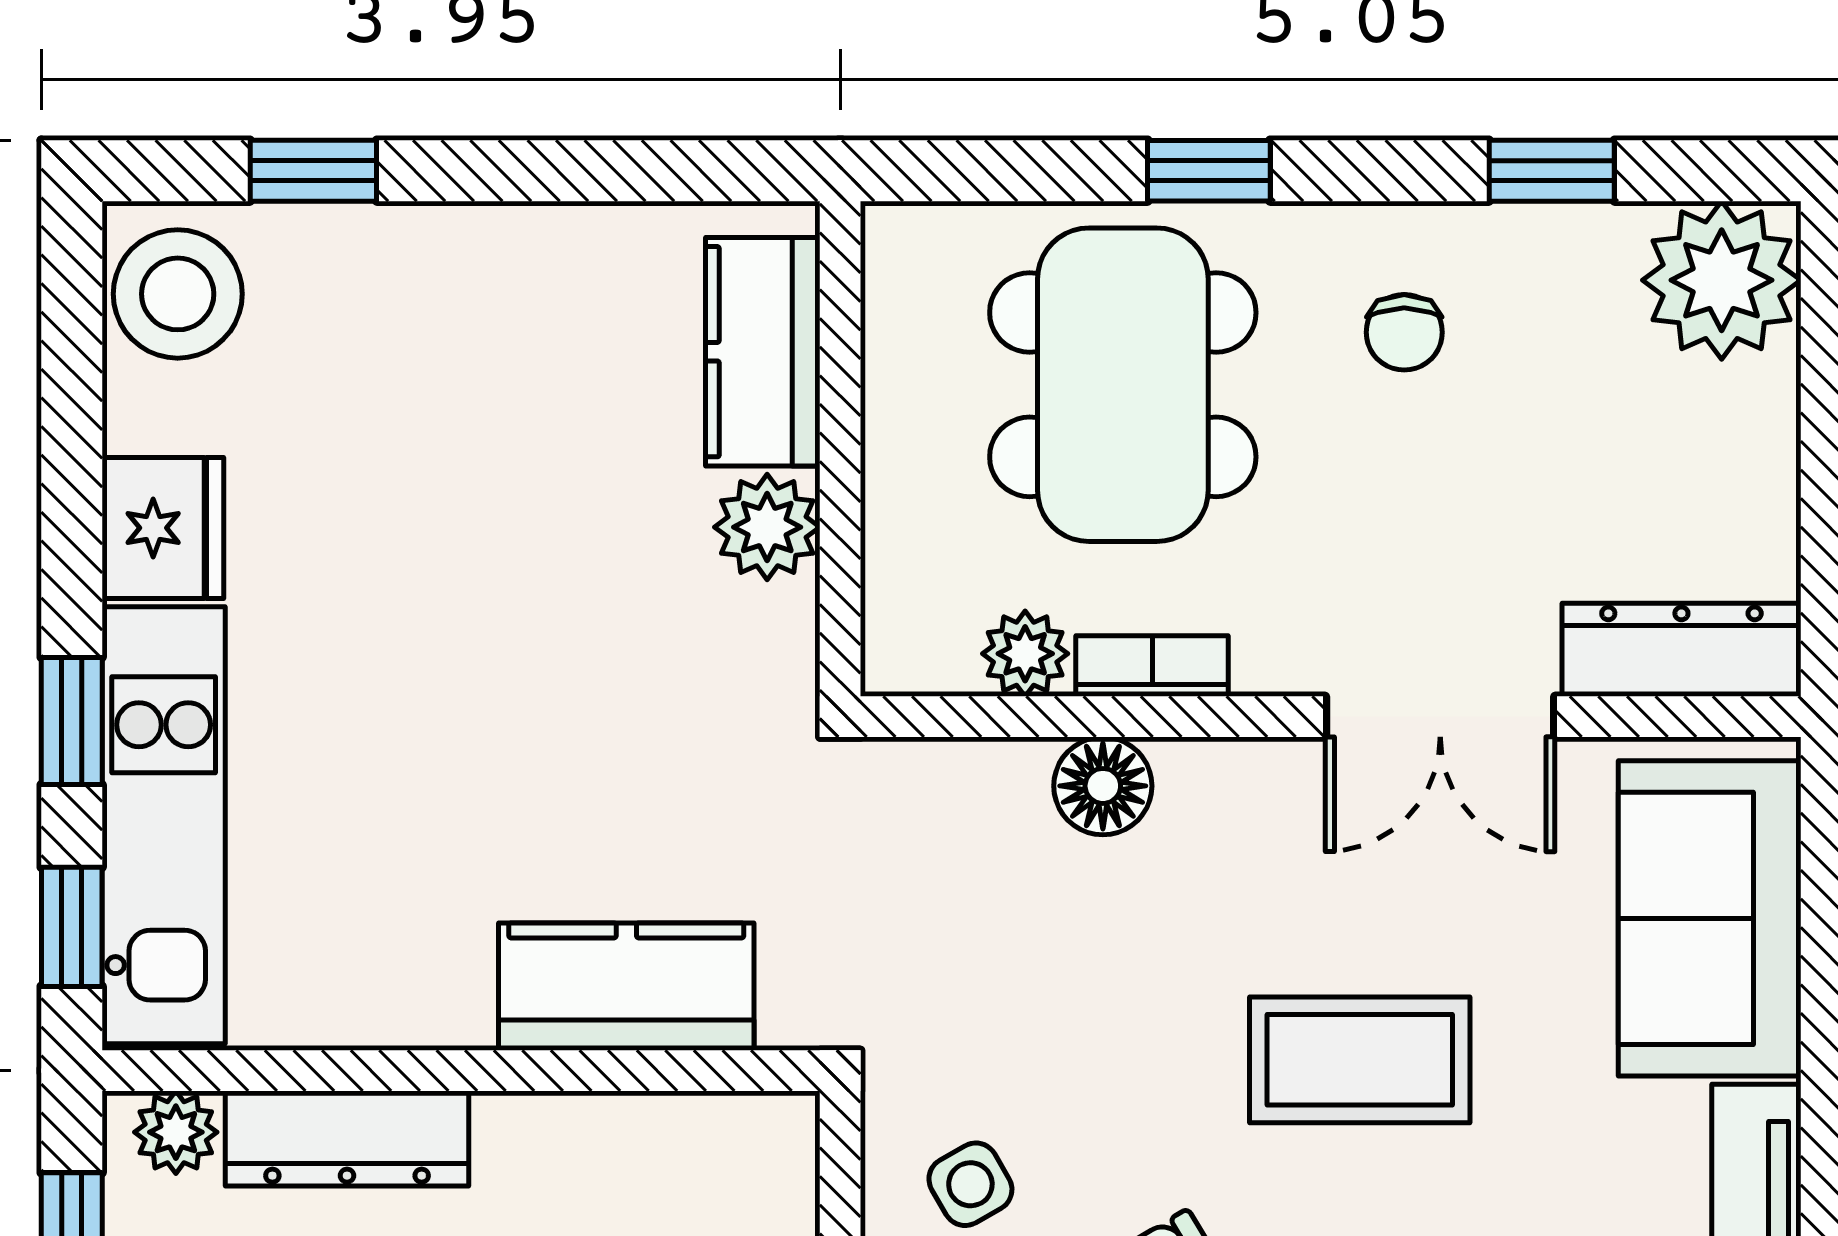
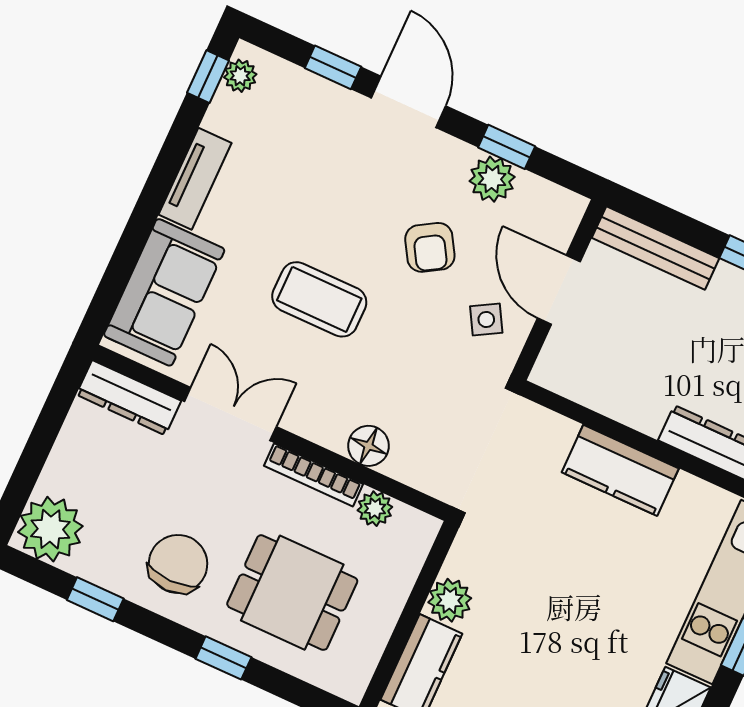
chair: (1404, 332) -> (178, 564), width x1.87, depth x1.87
dining table: (1123, 385) -> (292, 593), width x0.73
bookcase: (1152, 666) -> (314, 475), width x1.56
kitchen counter: (626, 987) -> (620, 470), moved

